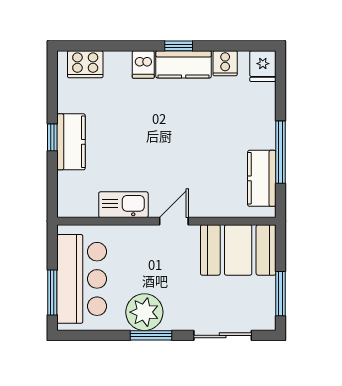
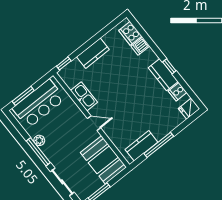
dishwasher: (143, 65) -> (140, 46), moved
window: (52, 137) -> (64, 63), moved
plant: (144, 312) -> (39, 140), width x0.53, depth x0.53
window: (151, 335) -> (38, 152), width x1.44

